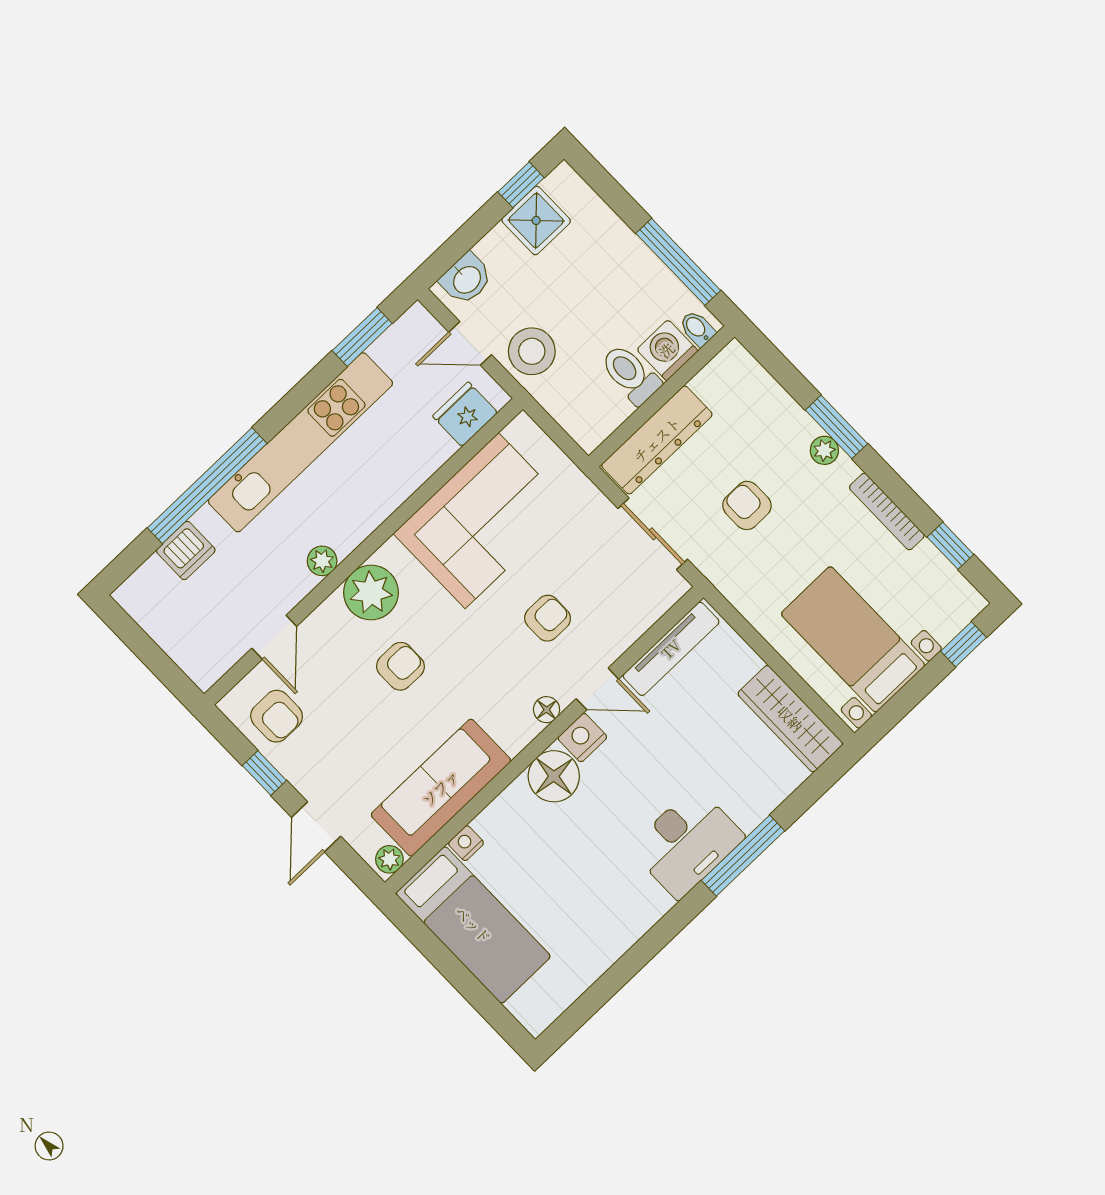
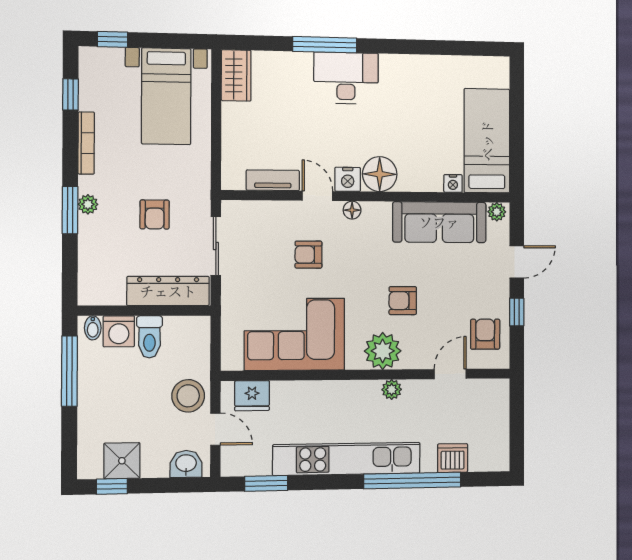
tv unit: (671, 649) -> (273, 180), width x0.71
wardrobe: (790, 719) -> (236, 75), width x0.67

